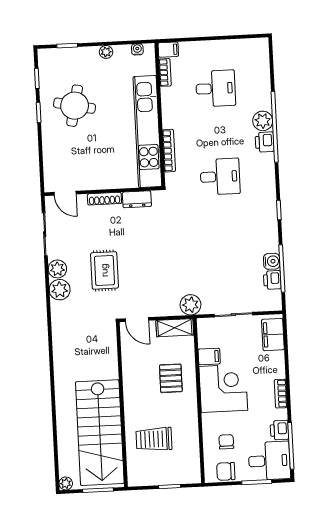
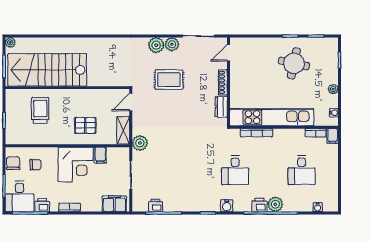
water cooler: (264, 65) -> (318, 207), added
water cooler: (272, 261) -> (227, 206), moved

